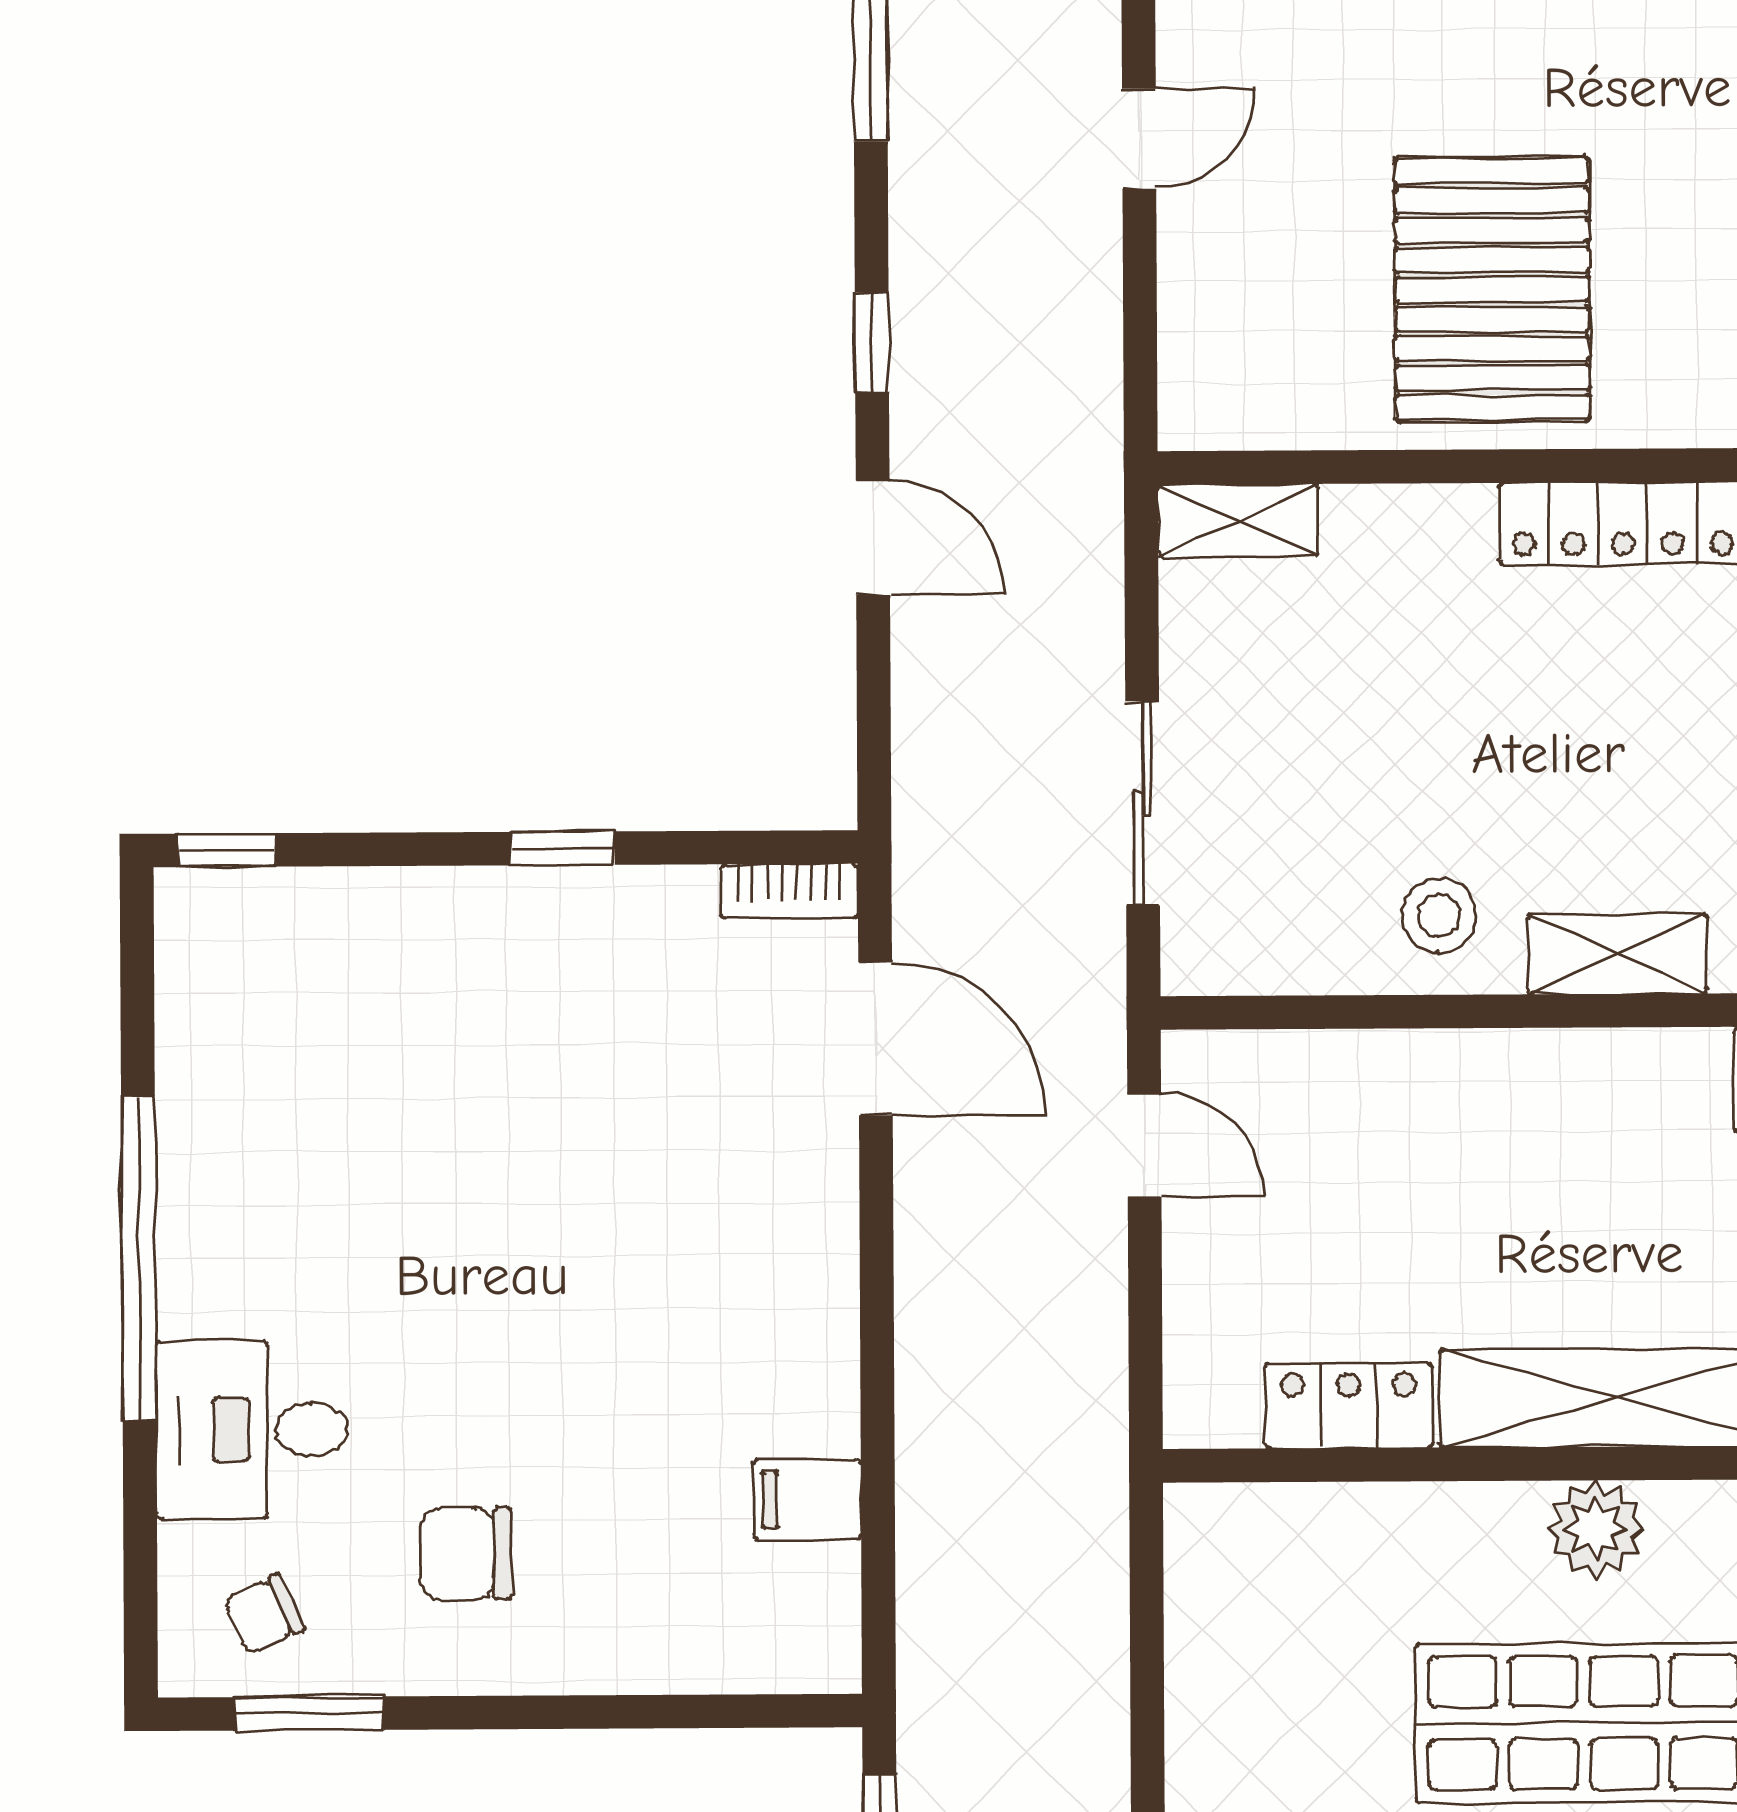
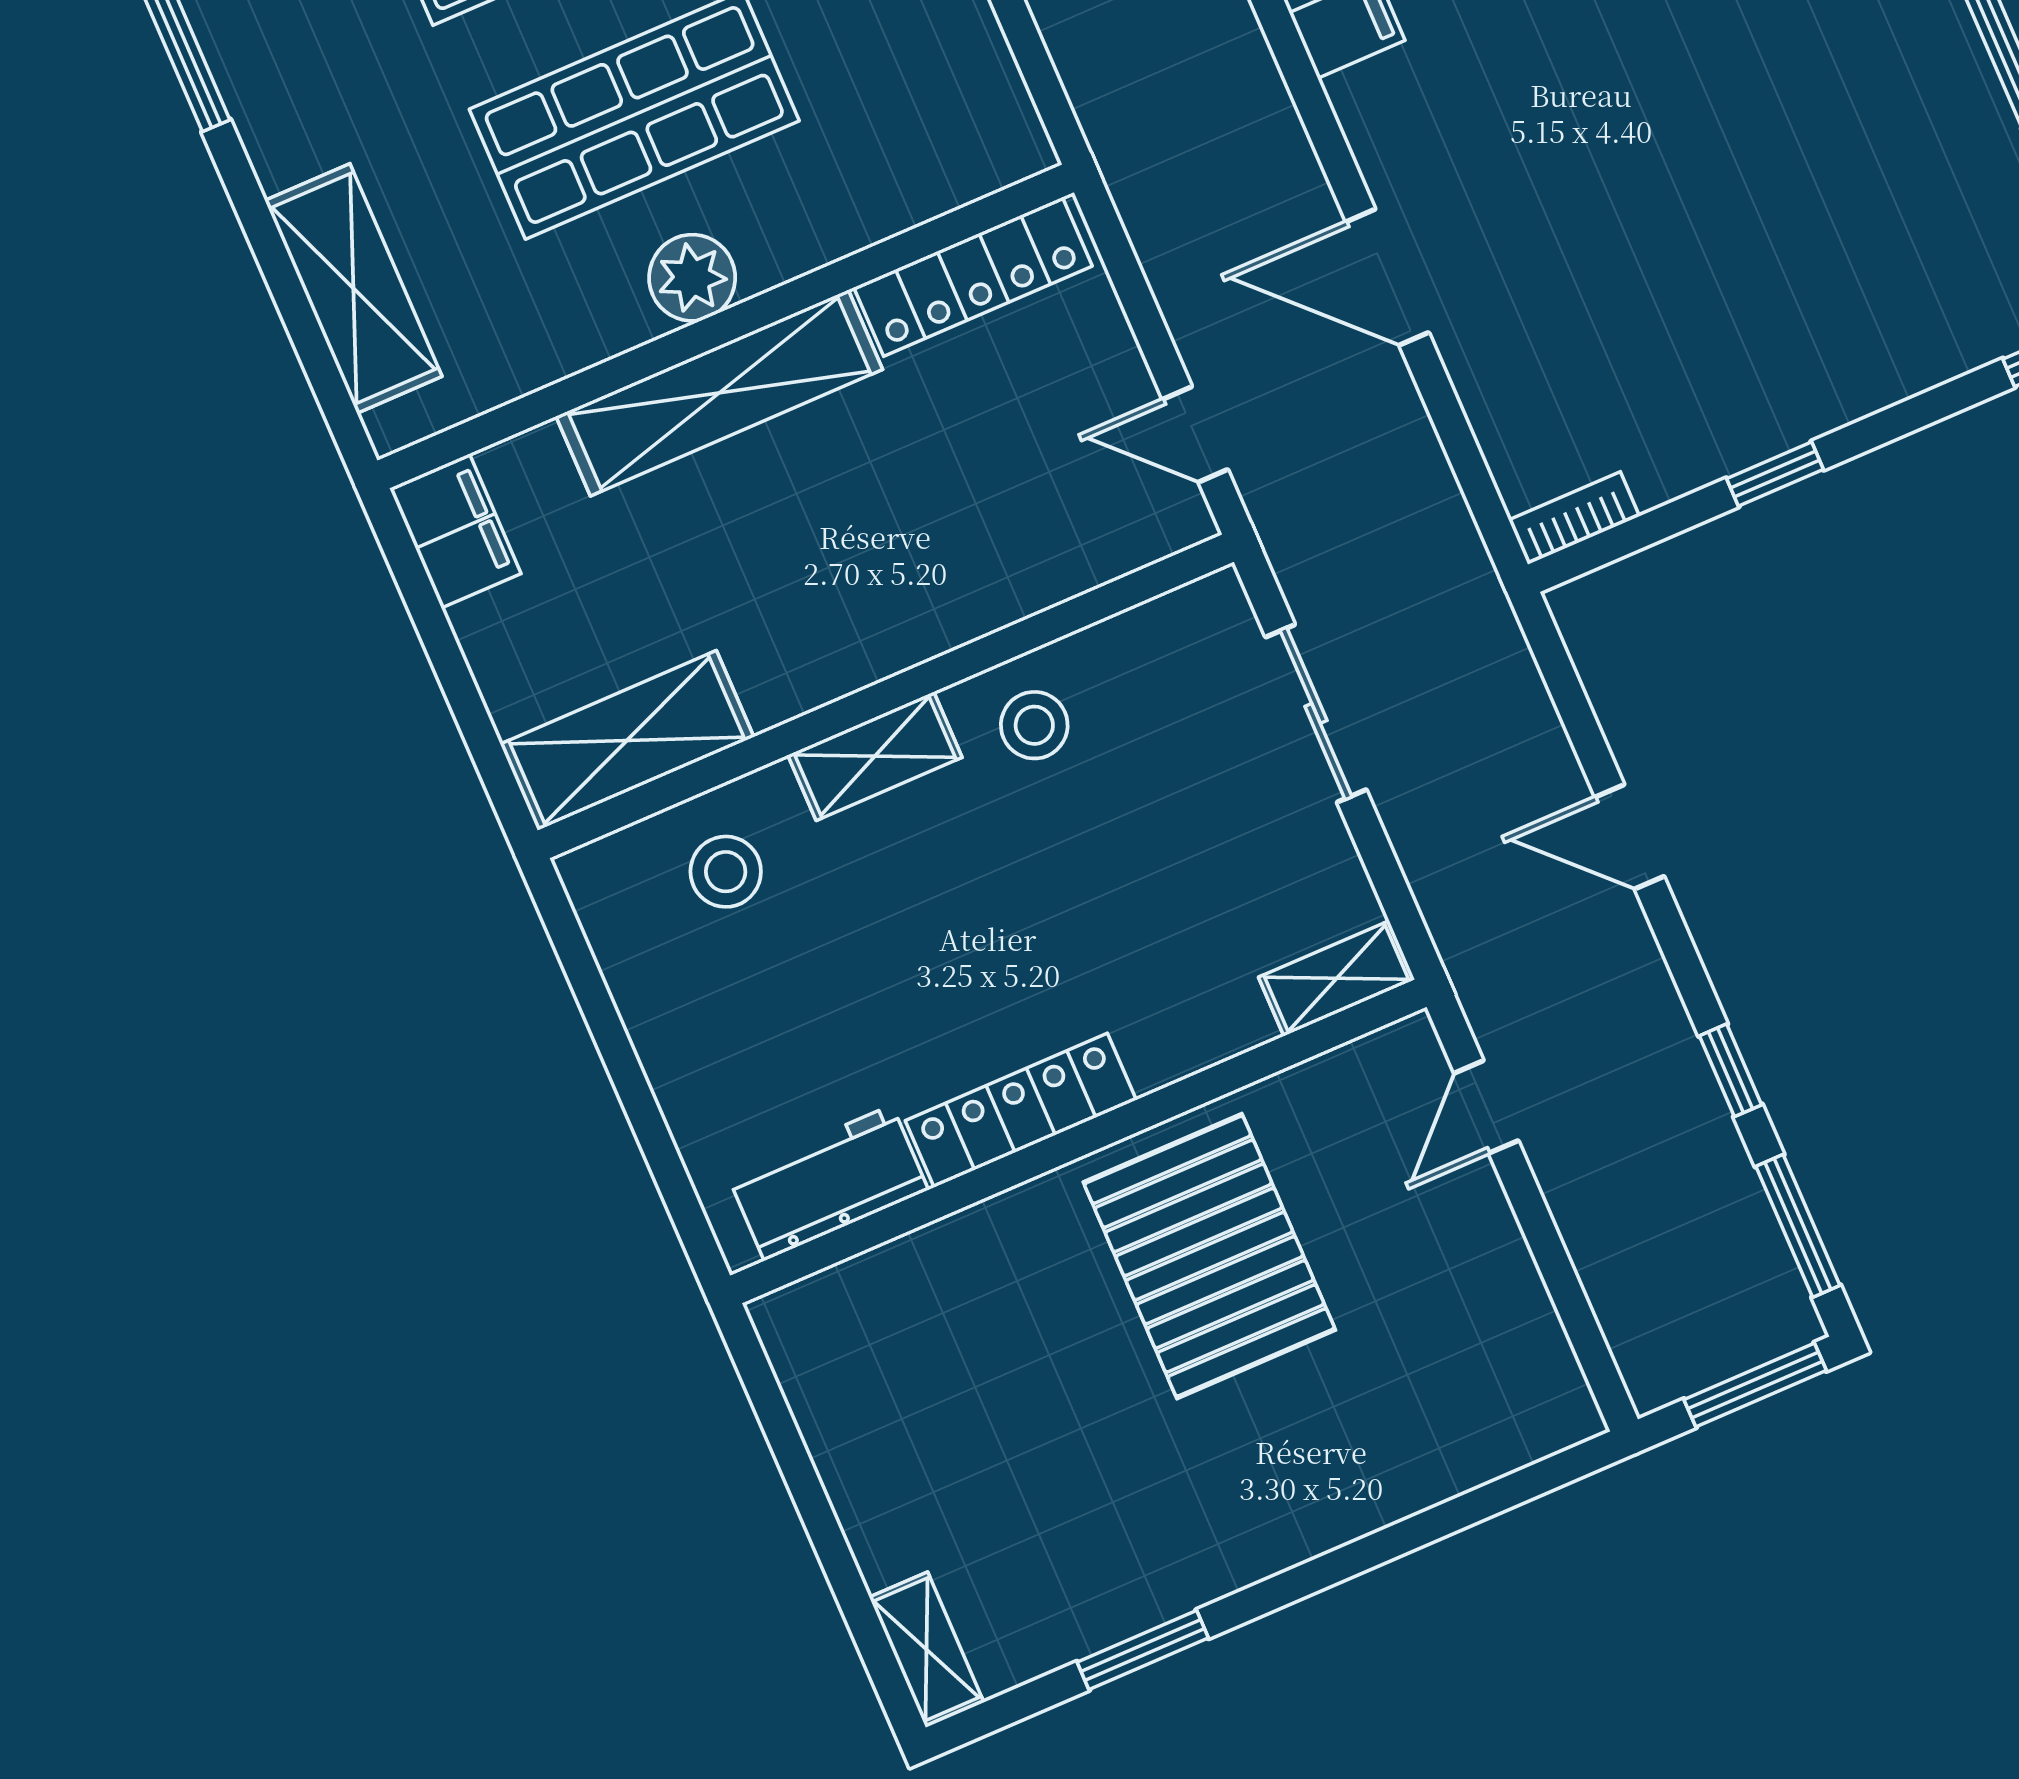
door: (1139, 139) -> (1486, 1107), moved
window: (872, 342) -> (1731, 1070), moved
door: (875, 1039) -> (1387, 277), moved
locker: (1349, 1406) -> (973, 277), width x1.53

